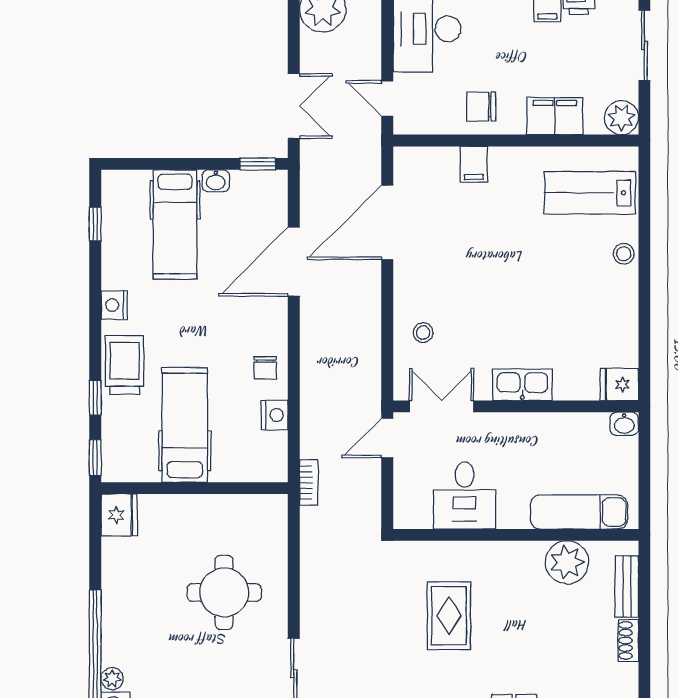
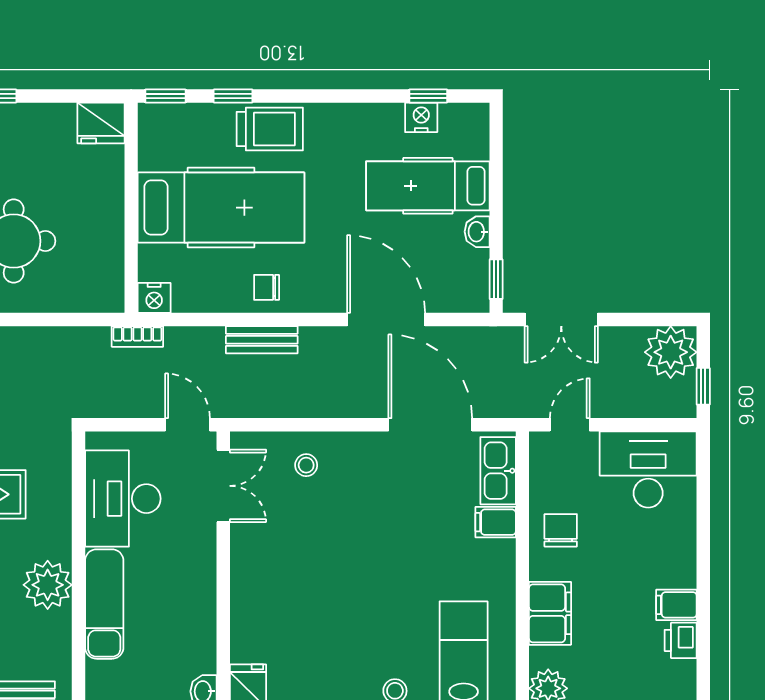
nightstand: (114, 305) -> (421, 117), moved
bench: (312, 372) -> (262, 340), added
kitchen sink: (522, 385) -> (498, 471), moved, turned 180
nightstand: (275, 415) -> (154, 298), moved
hospital bed: (185, 425) -> (221, 208), width x1.37, depth x1.29
desk: (464, 495) -> (123, 499), width x1.37
exam couch: (579, 512) -> (104, 604), moved
plant: (567, 562) -> (48, 585), moved

